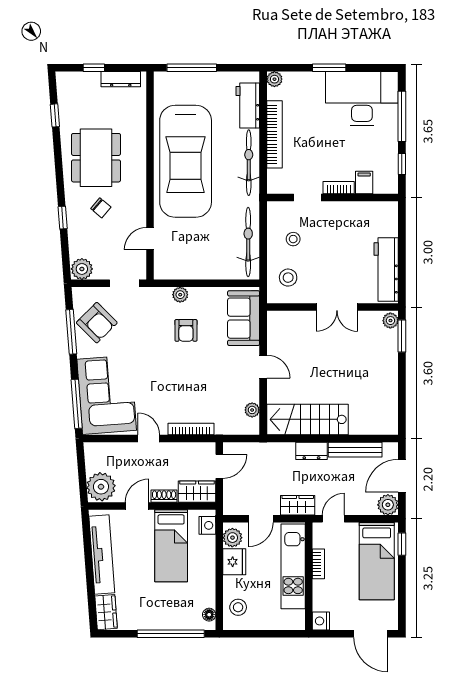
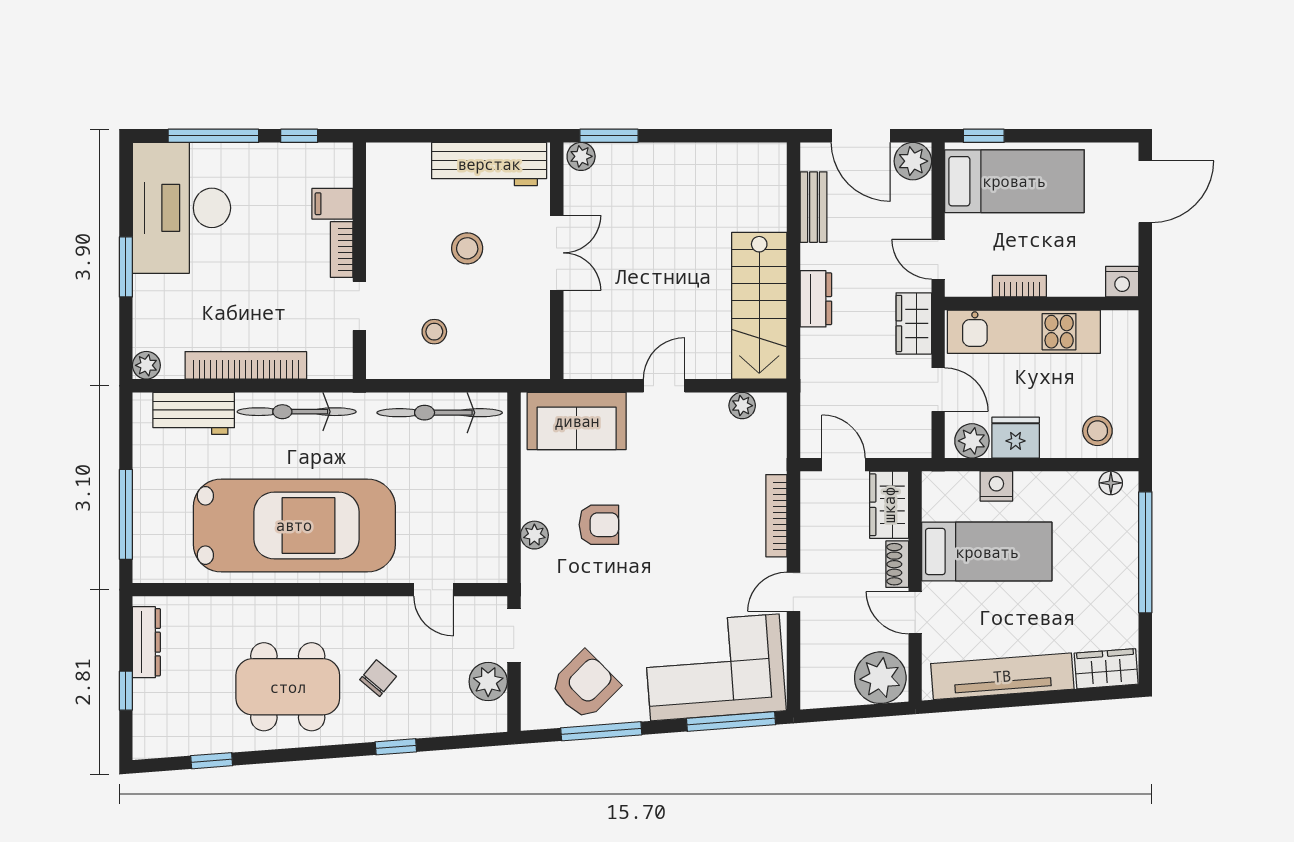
plant: (82, 269) -> (488, 682), moved
stool: (288, 278) -> (467, 248), moved
bench: (355, 450) -> (814, 207), width x0.73
nightstand: (207, 525) -> (996, 486), moved

